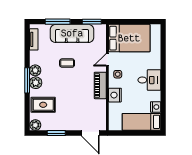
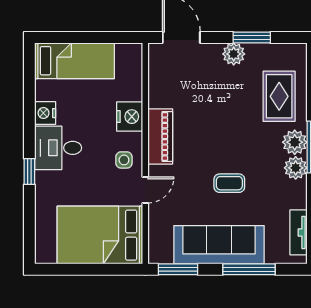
window: (163, 69) -> (29, 171), added
rug: (43, 105) -> (279, 96), turned 90
nightstand: (156, 107) -> (45, 113), moved
plant: (35, 125) -> (234, 54), moved

